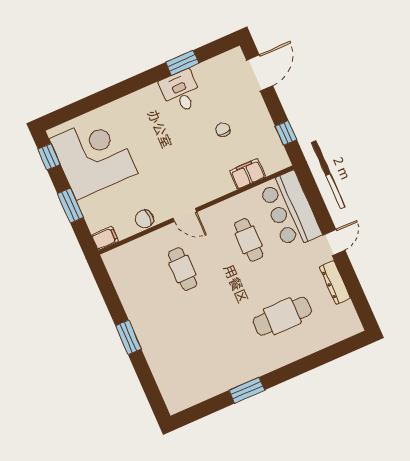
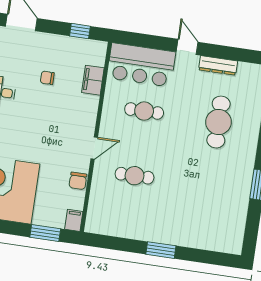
window: (70, 206) -> (45, 233), moved

